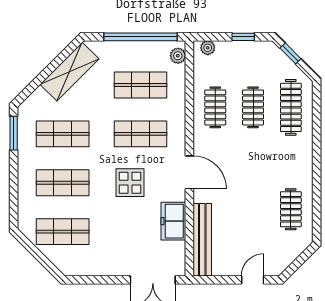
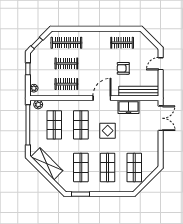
armchair: (244, 211) -> (123, 68), added
door: (253, 280) -> (161, 64), hinge flipped

